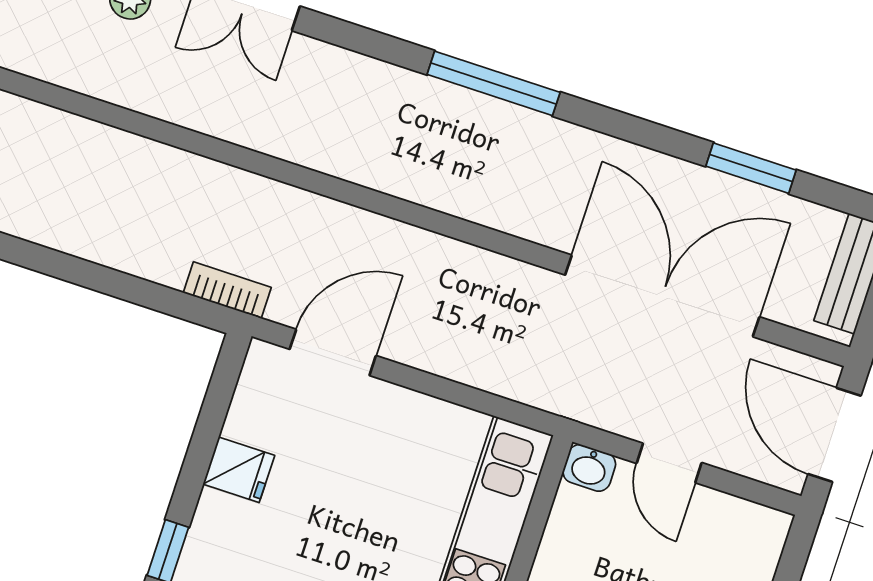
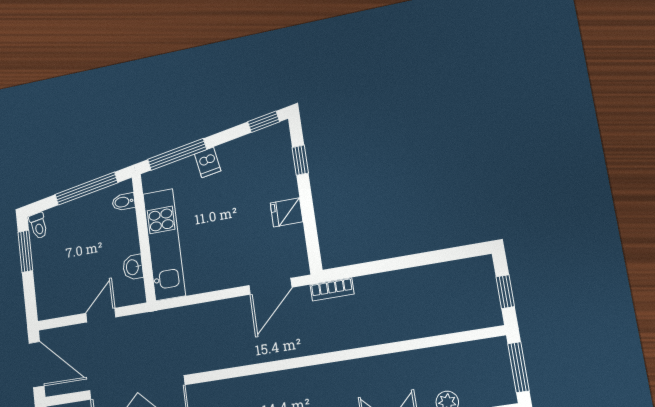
door: (669, 463) -> (101, 315), hinge flipped
washbasin: (589, 468) -> (133, 267), moved, turned -90

